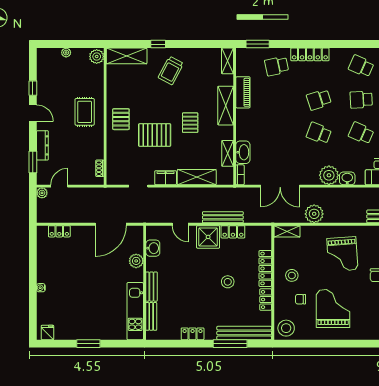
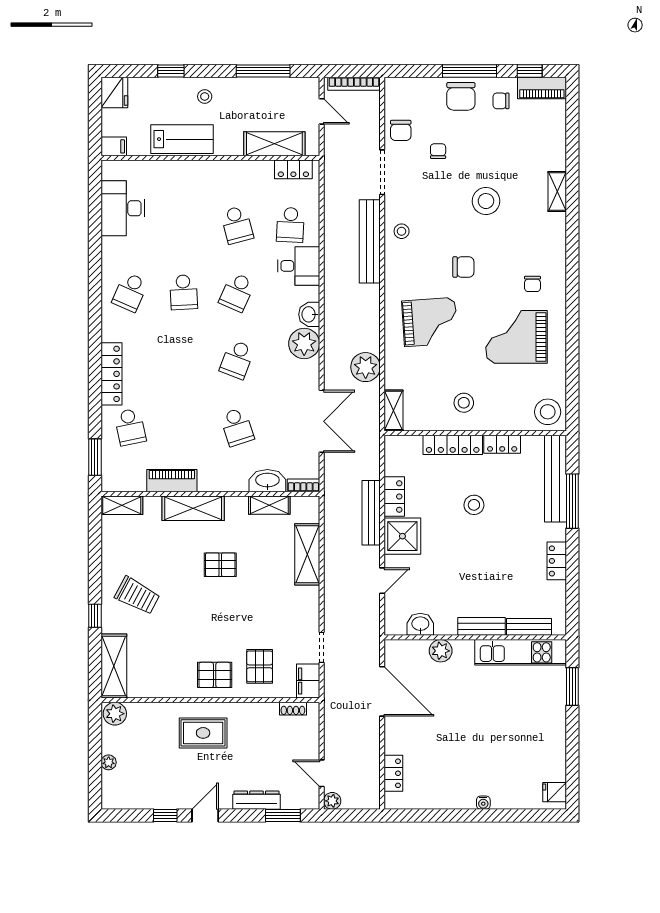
school desk: (319, 100) -> (237, 427), moved
pallet: (155, 135) -> (260, 666), moved, width x0.67, depth x0.71
filing cabinet: (166, 178) -> (308, 681), moved
chair: (301, 299) -> (532, 284), moved
window: (88, 344) -> (572, 687), moved

